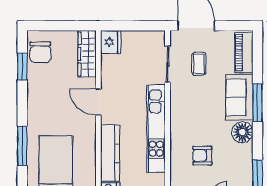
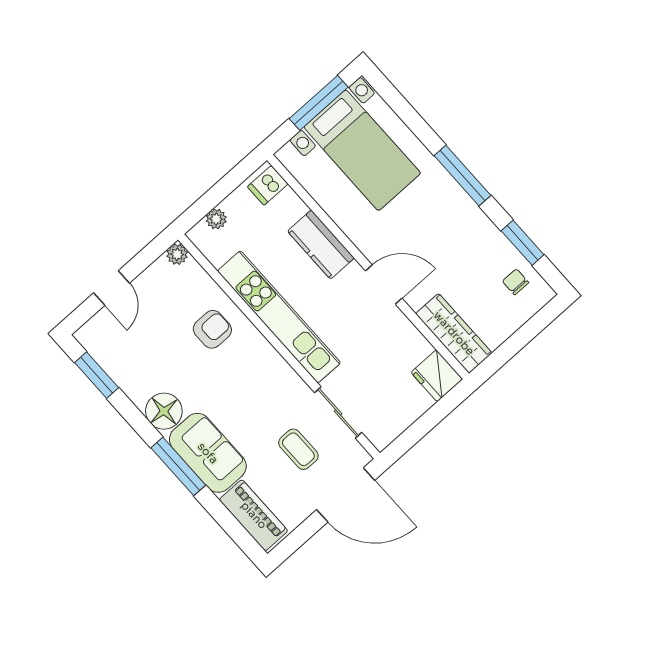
chair: (40, 52) -> (516, 282), width x0.54, depth x0.54
window: (22, 146) -> (462, 176), moved
kitchen counter: (110, 153) -> (321, 245), width x0.67
armchair: (202, 156) -> (212, 329), moved

